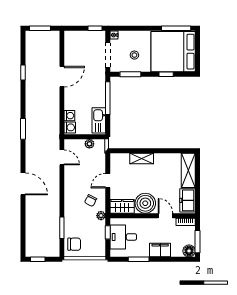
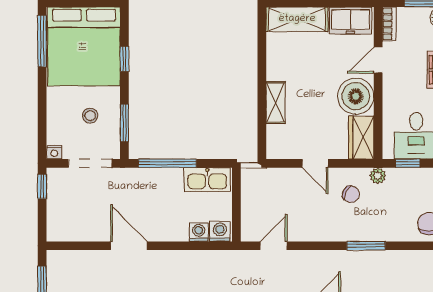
plant: (89, 144) -> (249, 196), removed
window: (62, 228) -> (366, 246), moved

